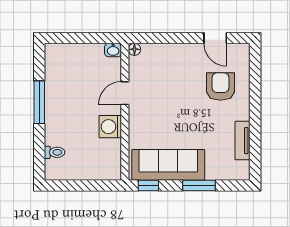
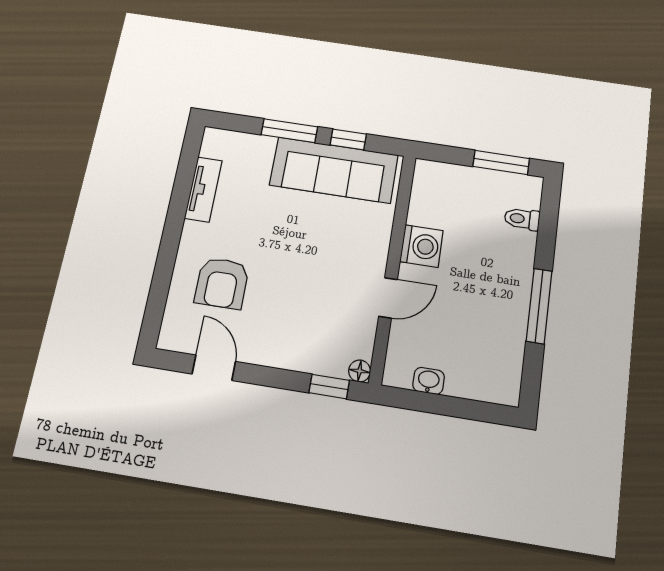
window: (150, 38) -> (329, 387), added
washbasin: (113, 50) -> (429, 381), moved
window: (71, 185) -> (501, 162), added
window: (148, 185) -> (348, 140), moved

